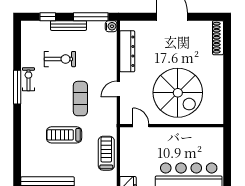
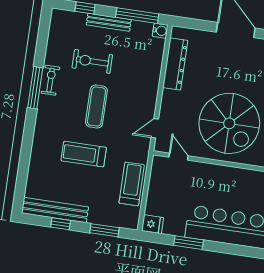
exercise bike: (60, 59) -> (92, 61), turned 180
door: (118, 89) -> (155, 128), moved
exercise mat: (80, 99) -> (96, 106), moved

